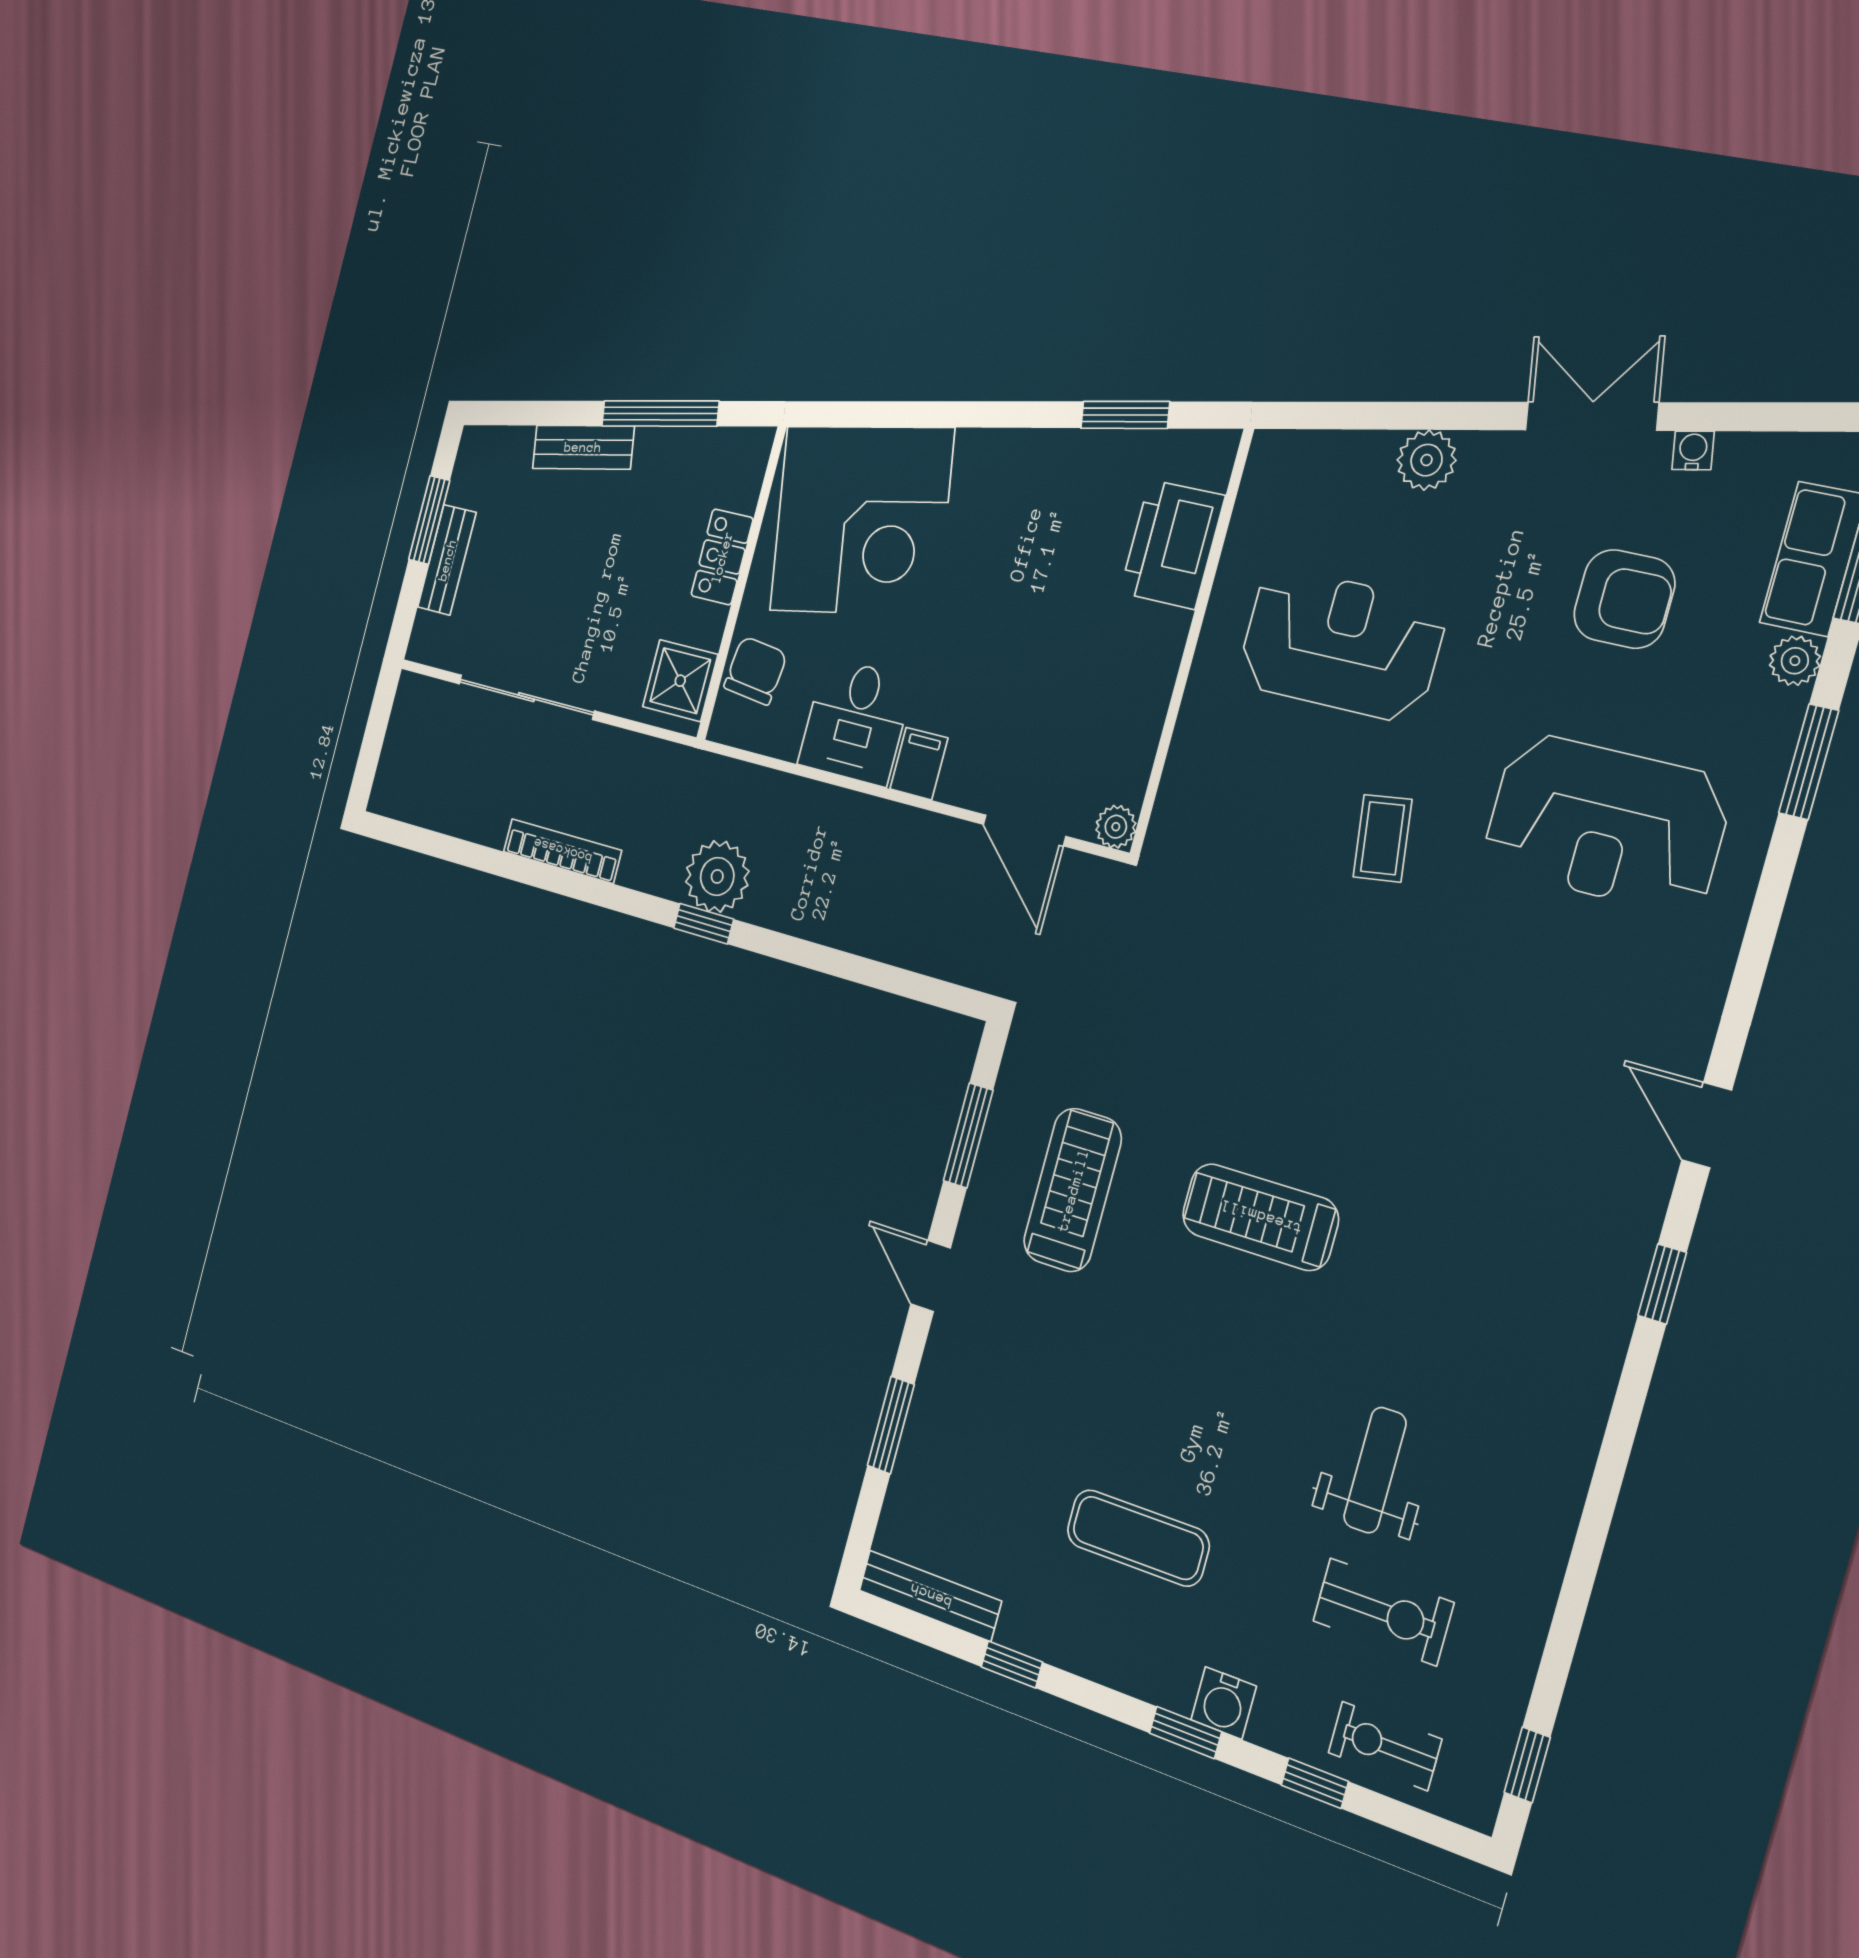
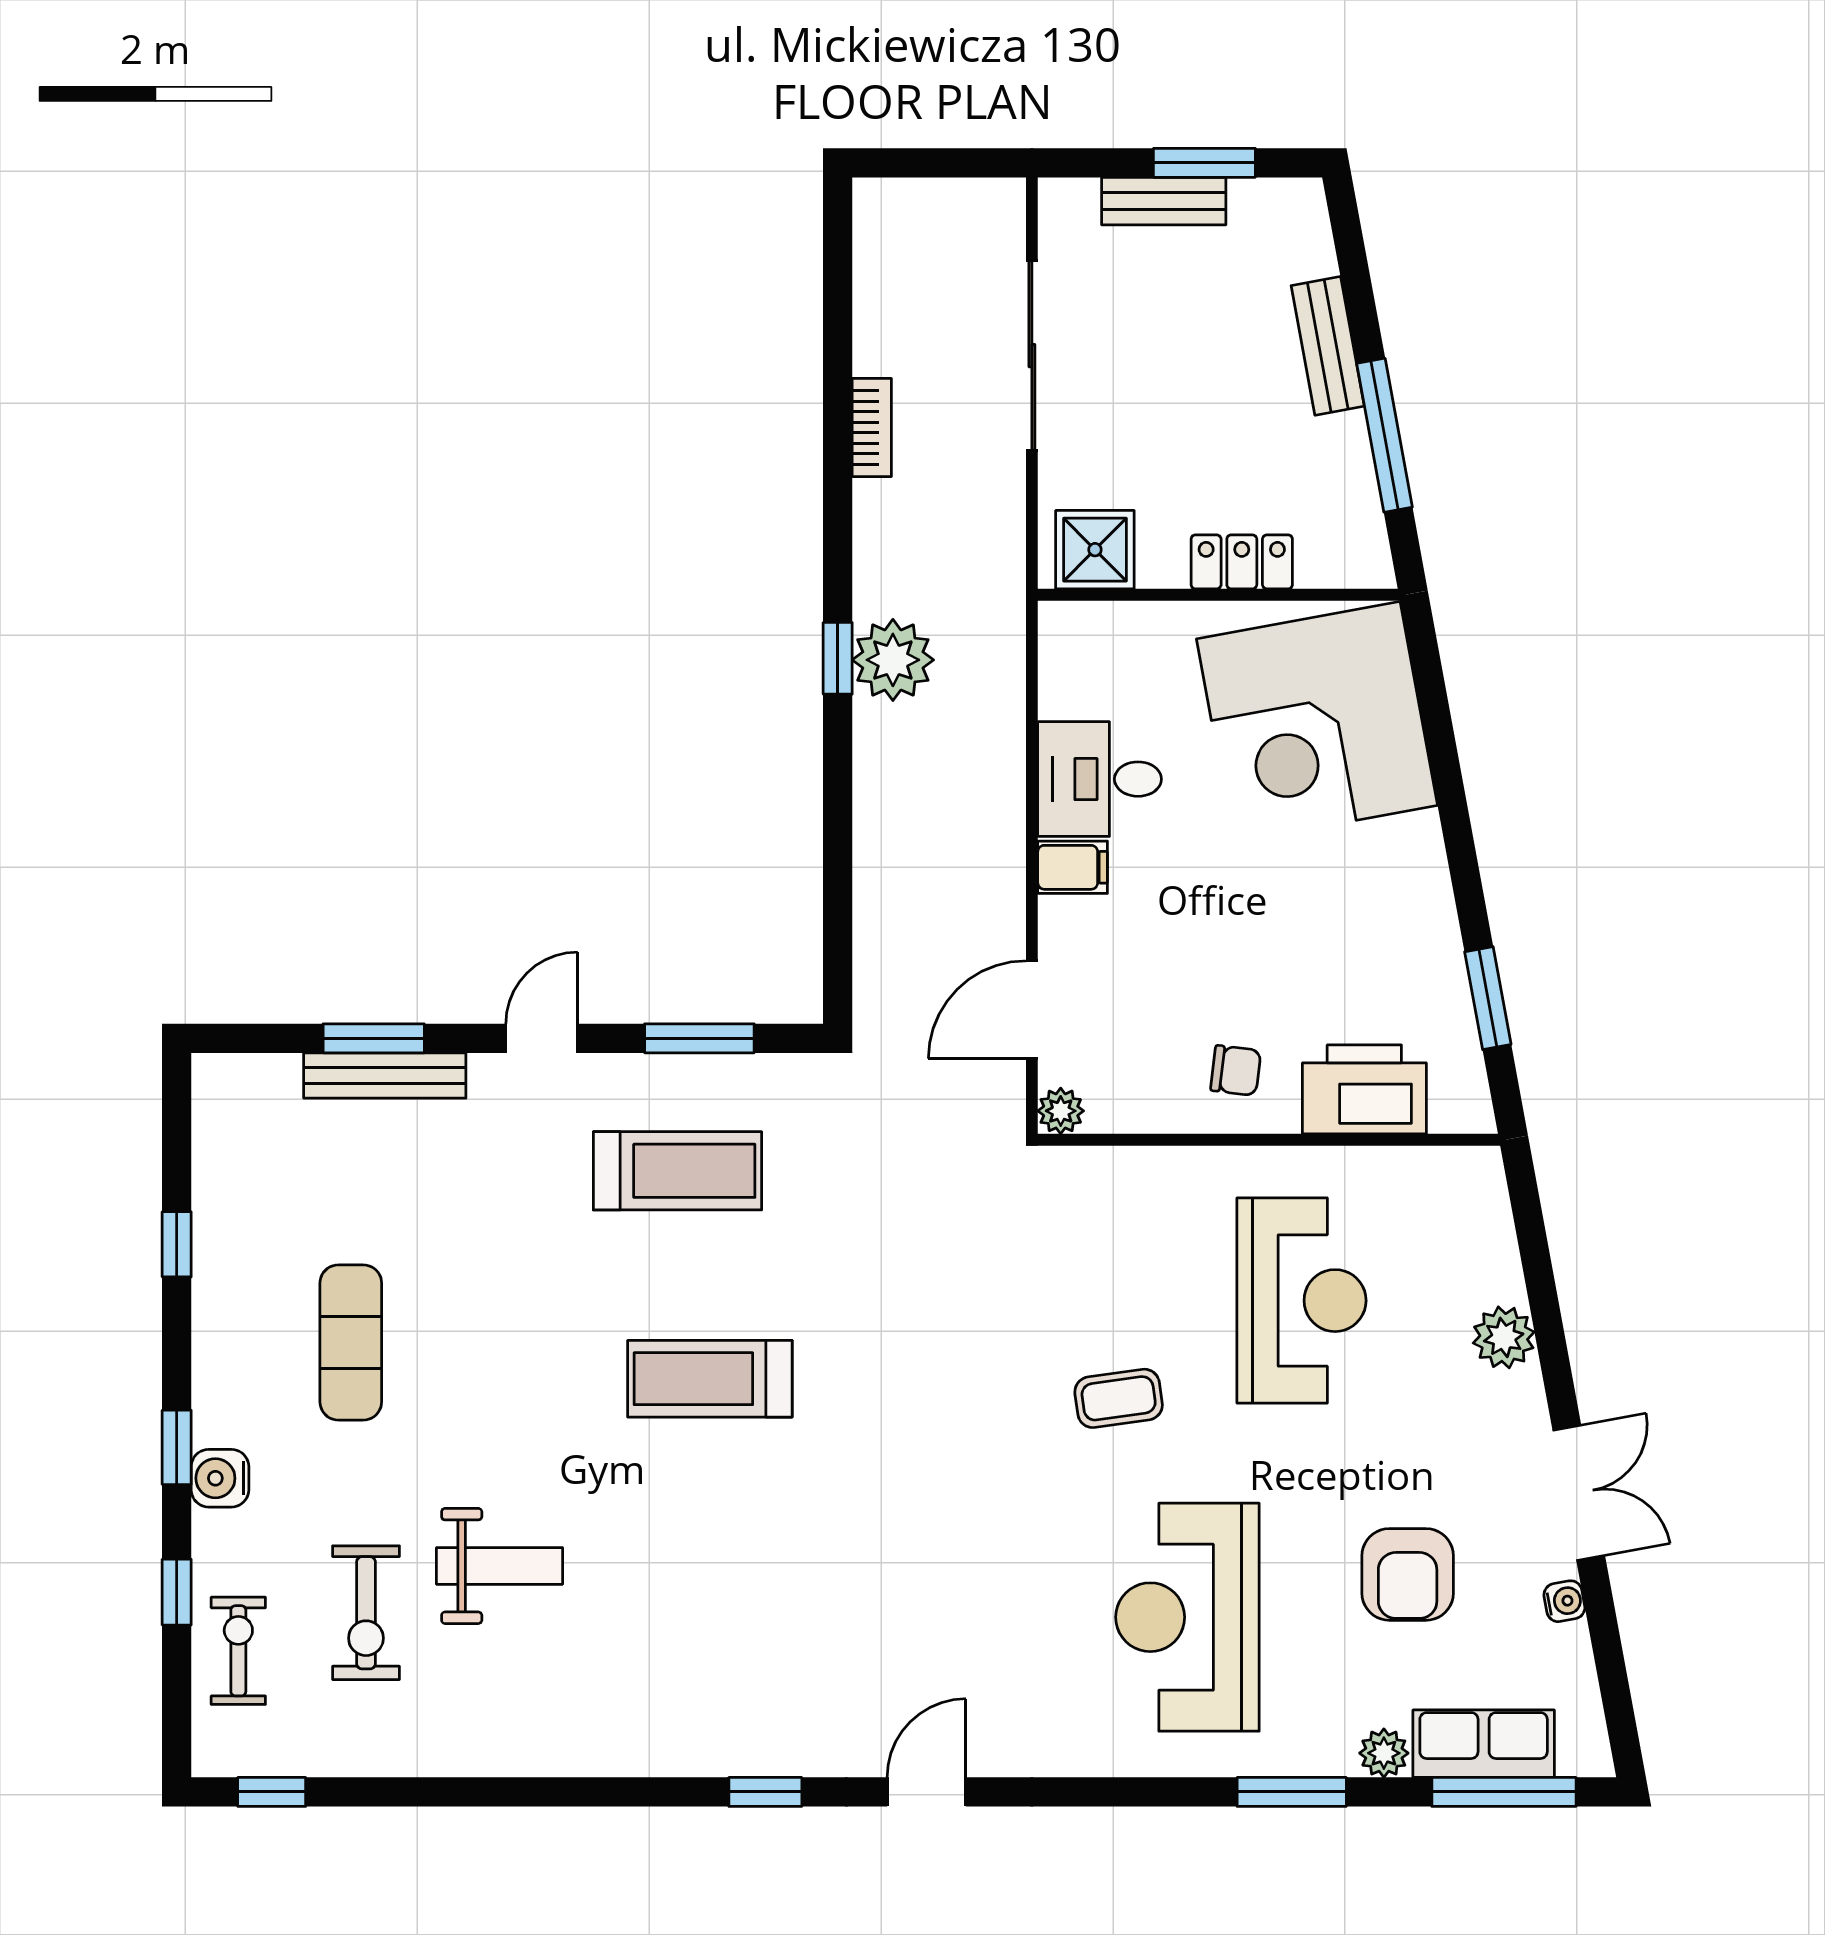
chair: (755, 671) -> (1236, 1070), moved, width x0.73, depth x0.73
bookcase: (562, 851) -> (872, 427), width x0.64
treadmill: (1260, 1217) -> (710, 1379), turned -90
bench: (930, 1596) -> (385, 1075), moved, turned 90

